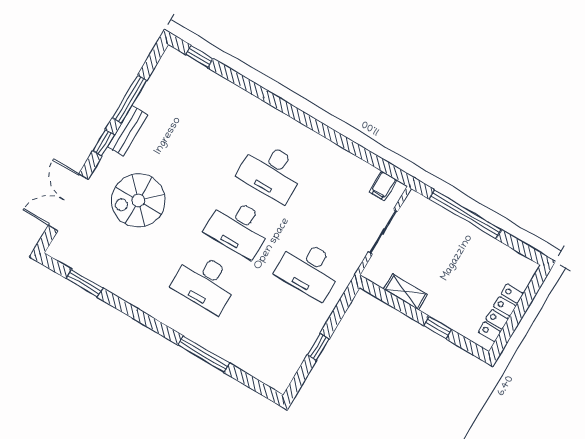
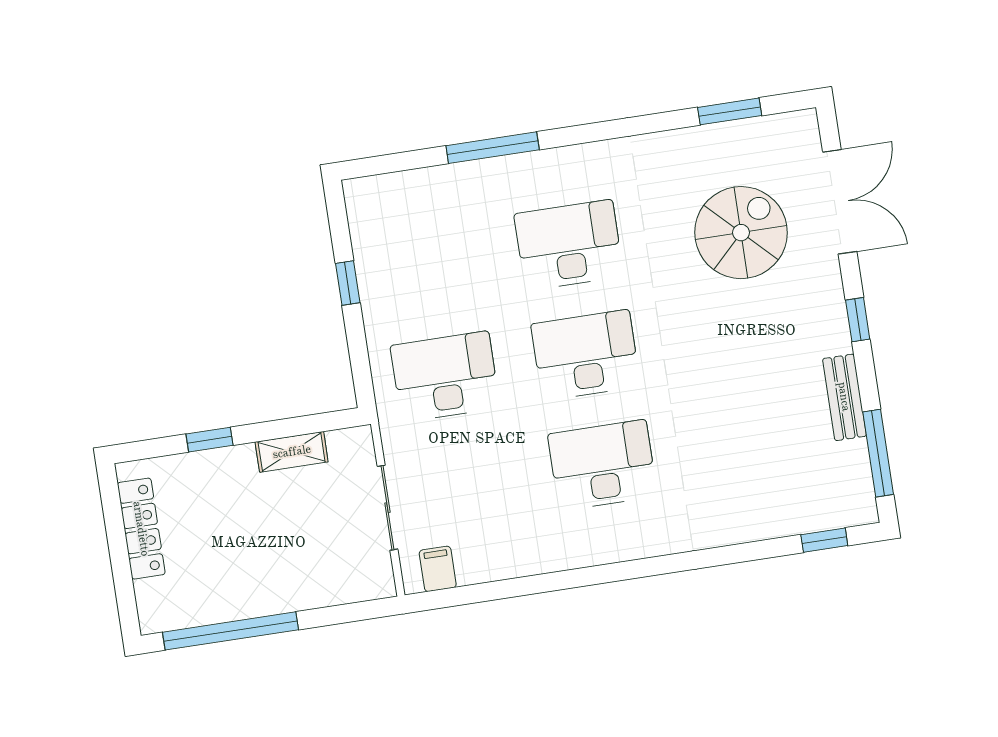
window: (129, 99) -> (878, 453), moved
bench: (128, 131) -> (844, 397), moved
spiral stairs: (138, 200) -> (741, 233), moved
window: (465, 214) -> (231, 631), moved

